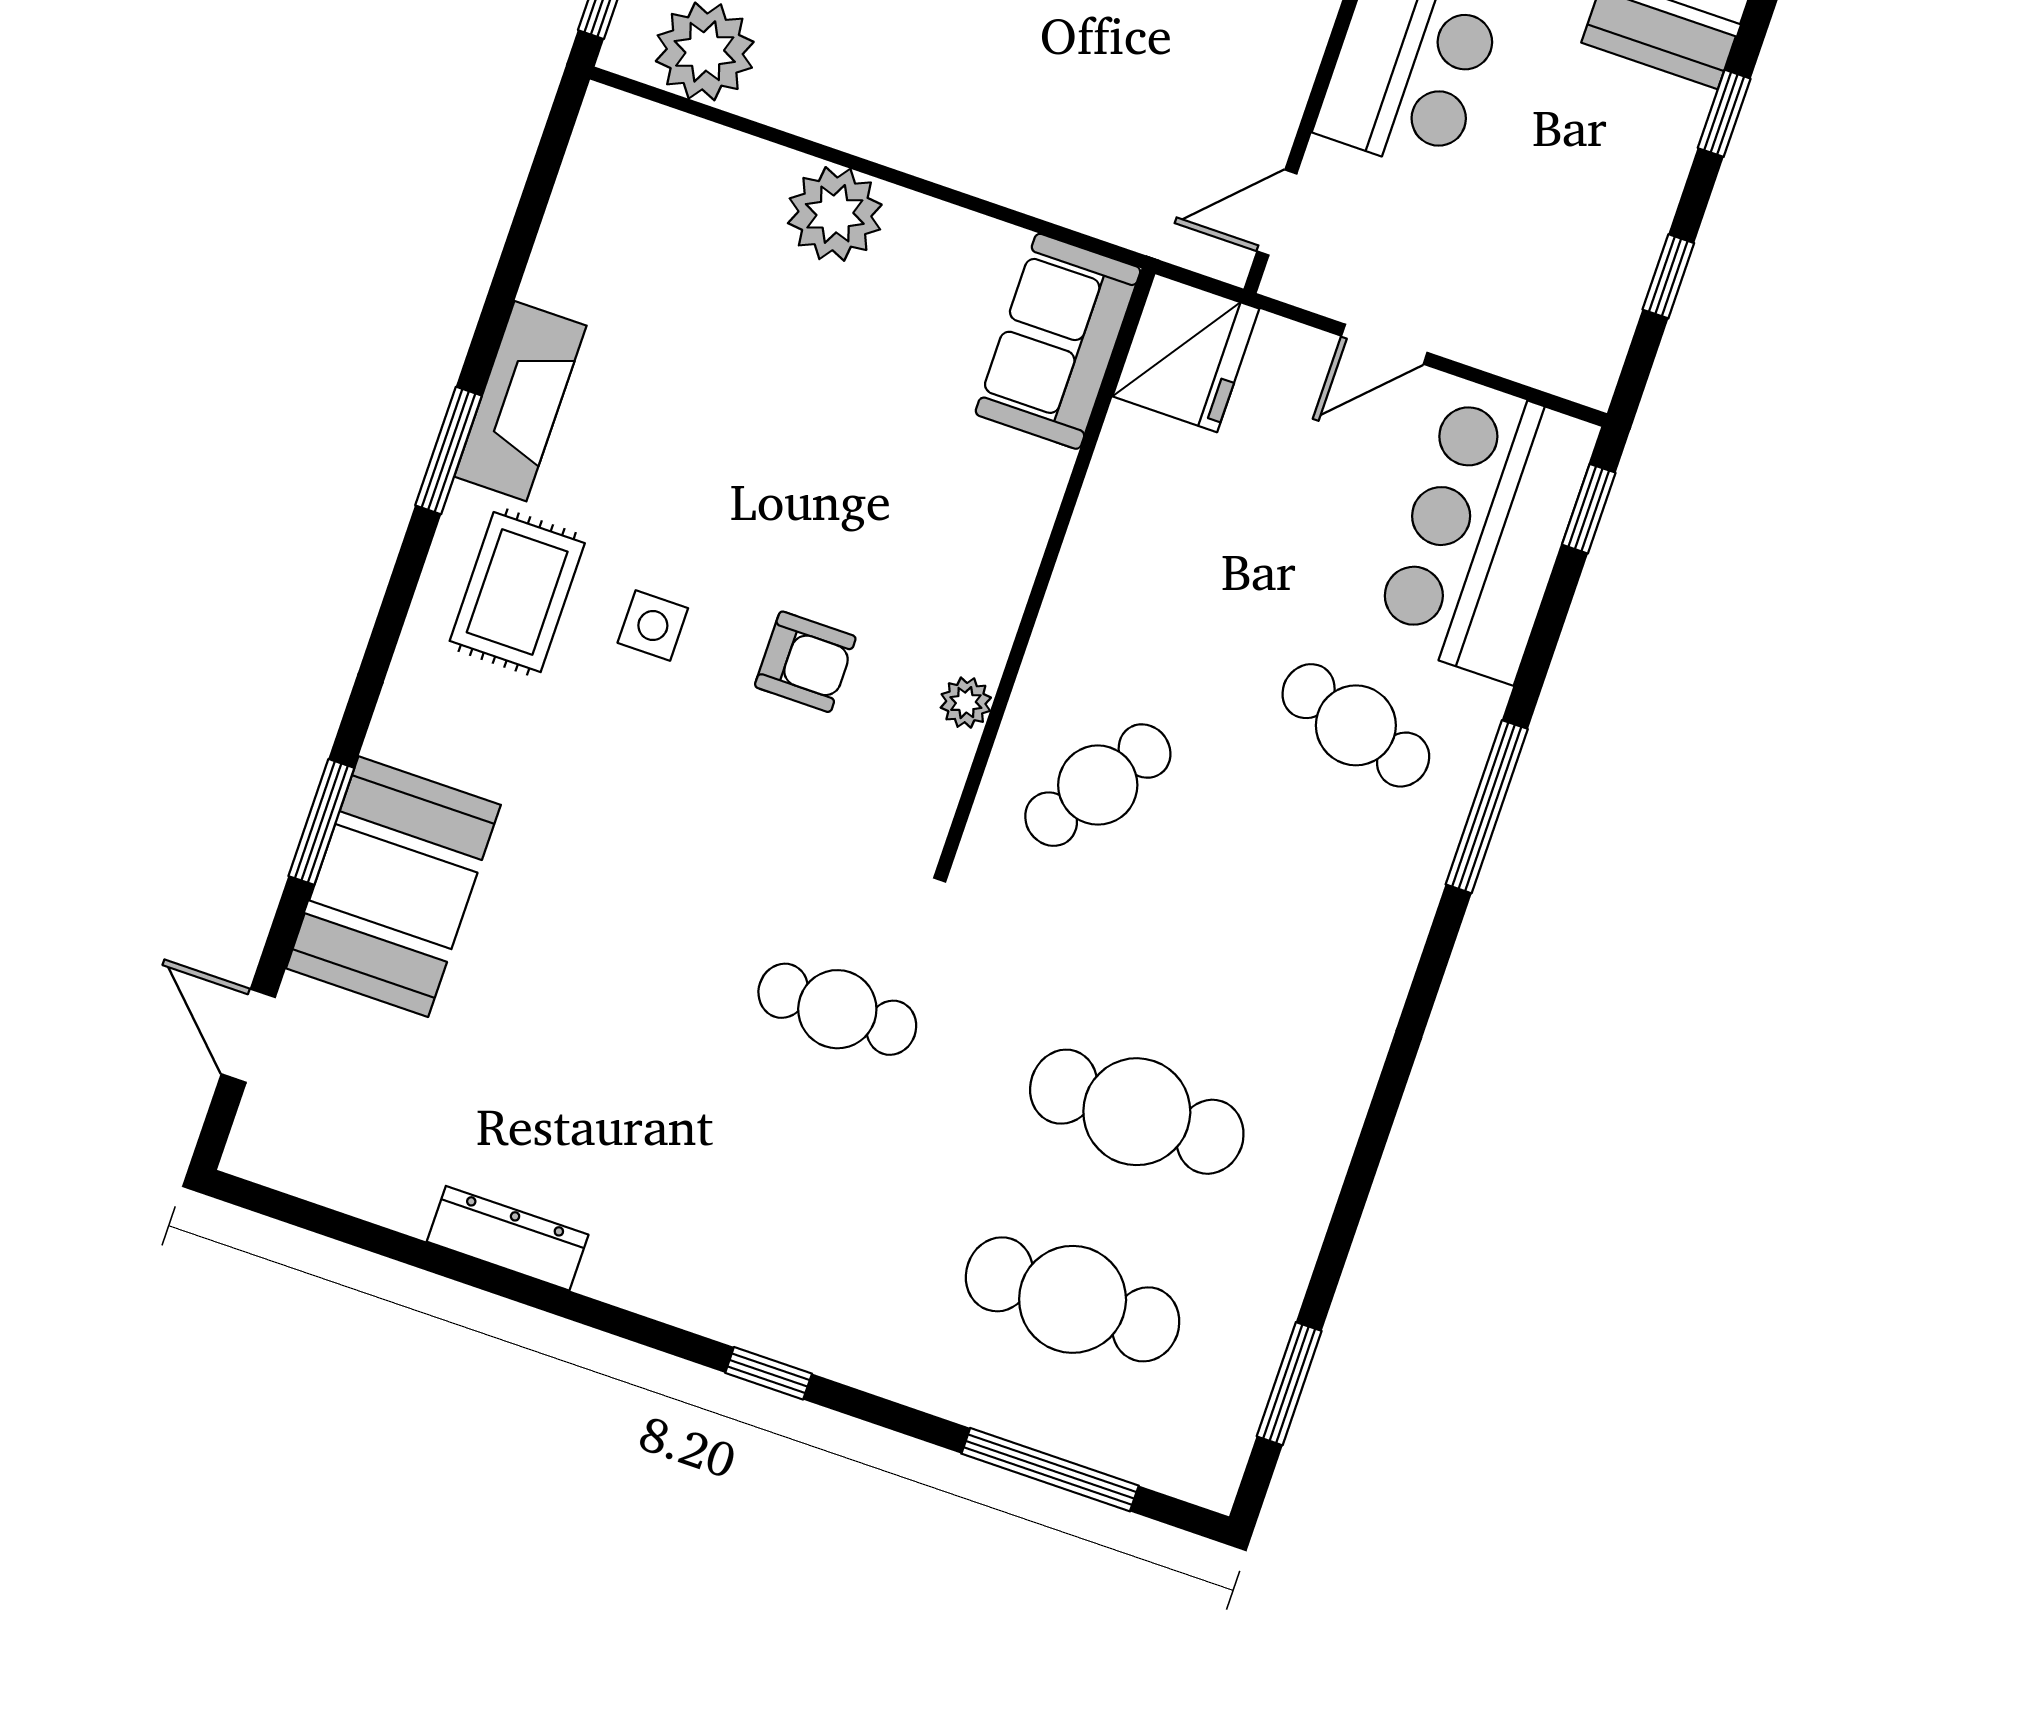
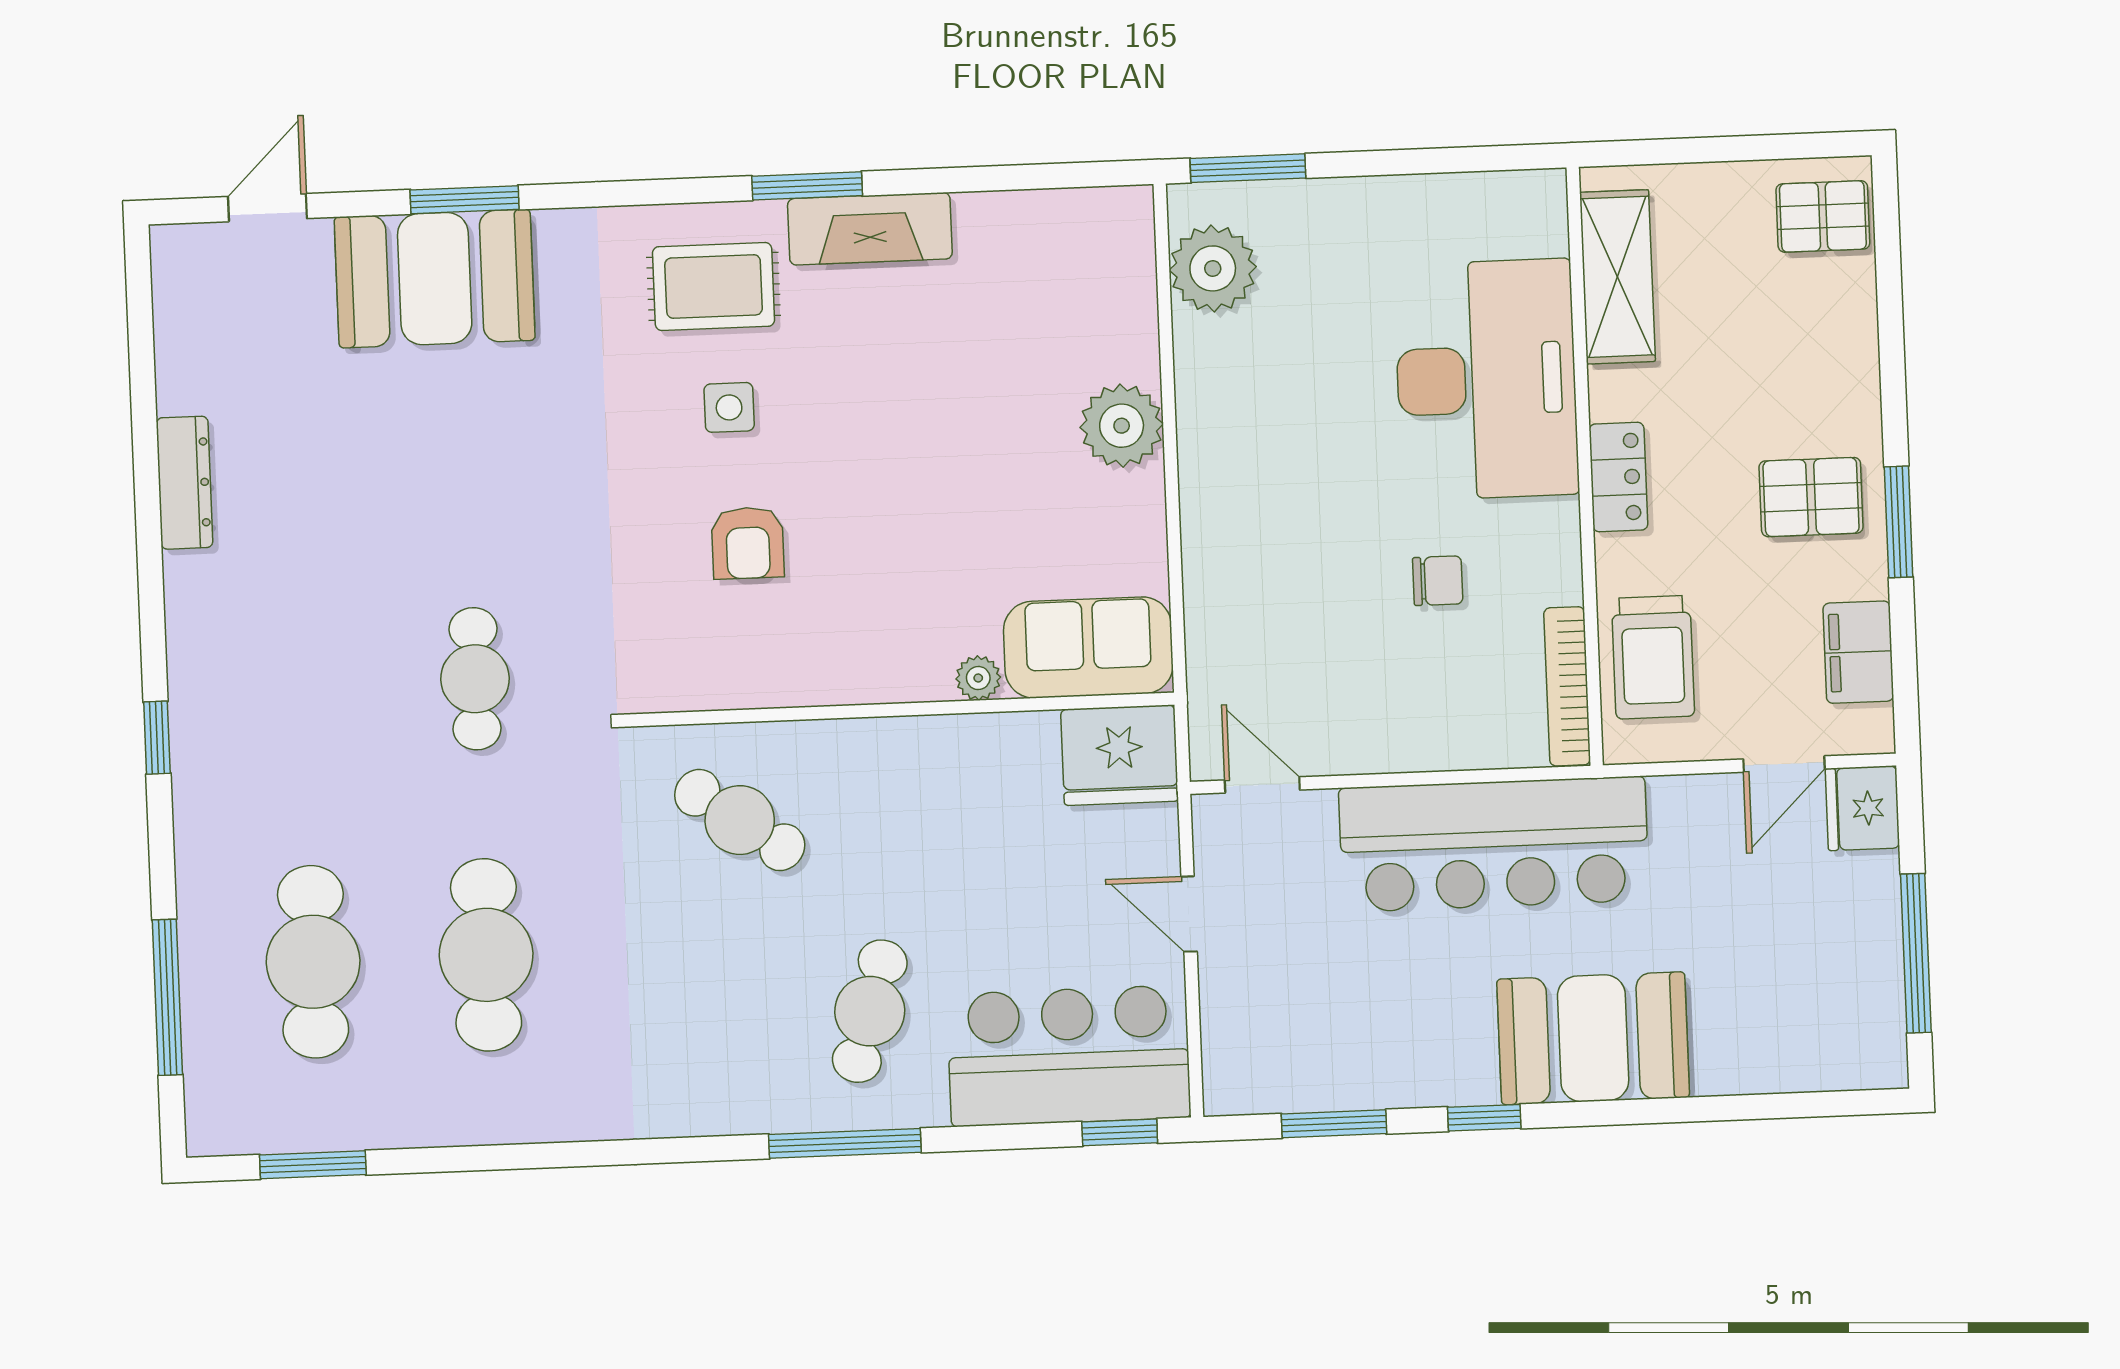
window: (1668, 276) -> (1334, 1124), width x1.50
plant: (966, 703) -> (978, 678), moved

